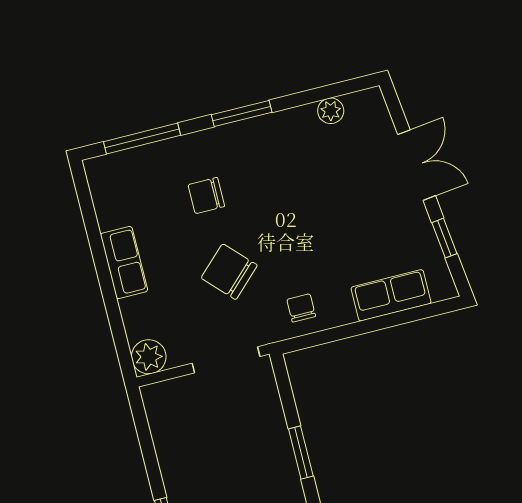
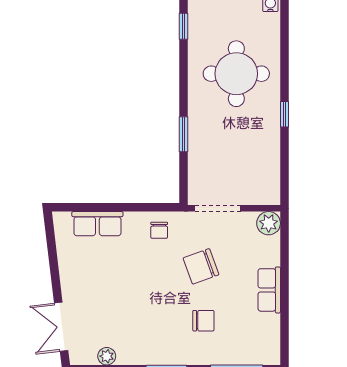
double door: (417, 165) -> (61, 327), moved
window: (444, 238) -> (52, 253), removed
chair: (229, 272) -> (201, 266), turned 114

